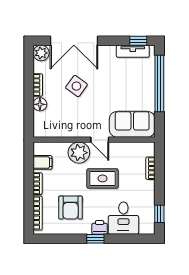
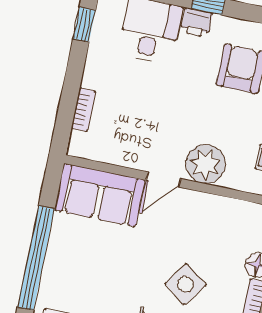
door: (100, 140) -> (163, 179), swing flipped
rug: (102, 178) -> (173, 109), removed

